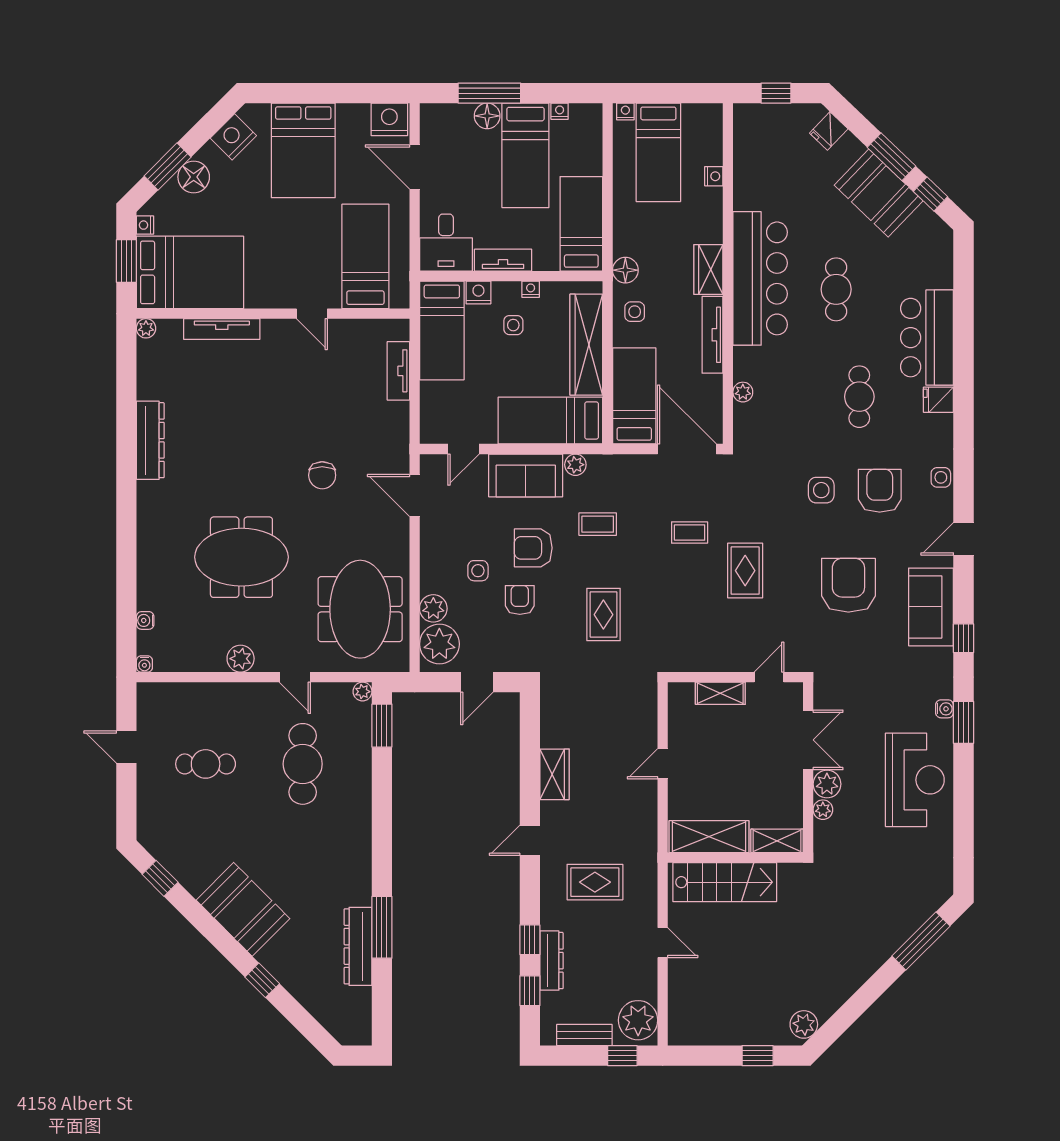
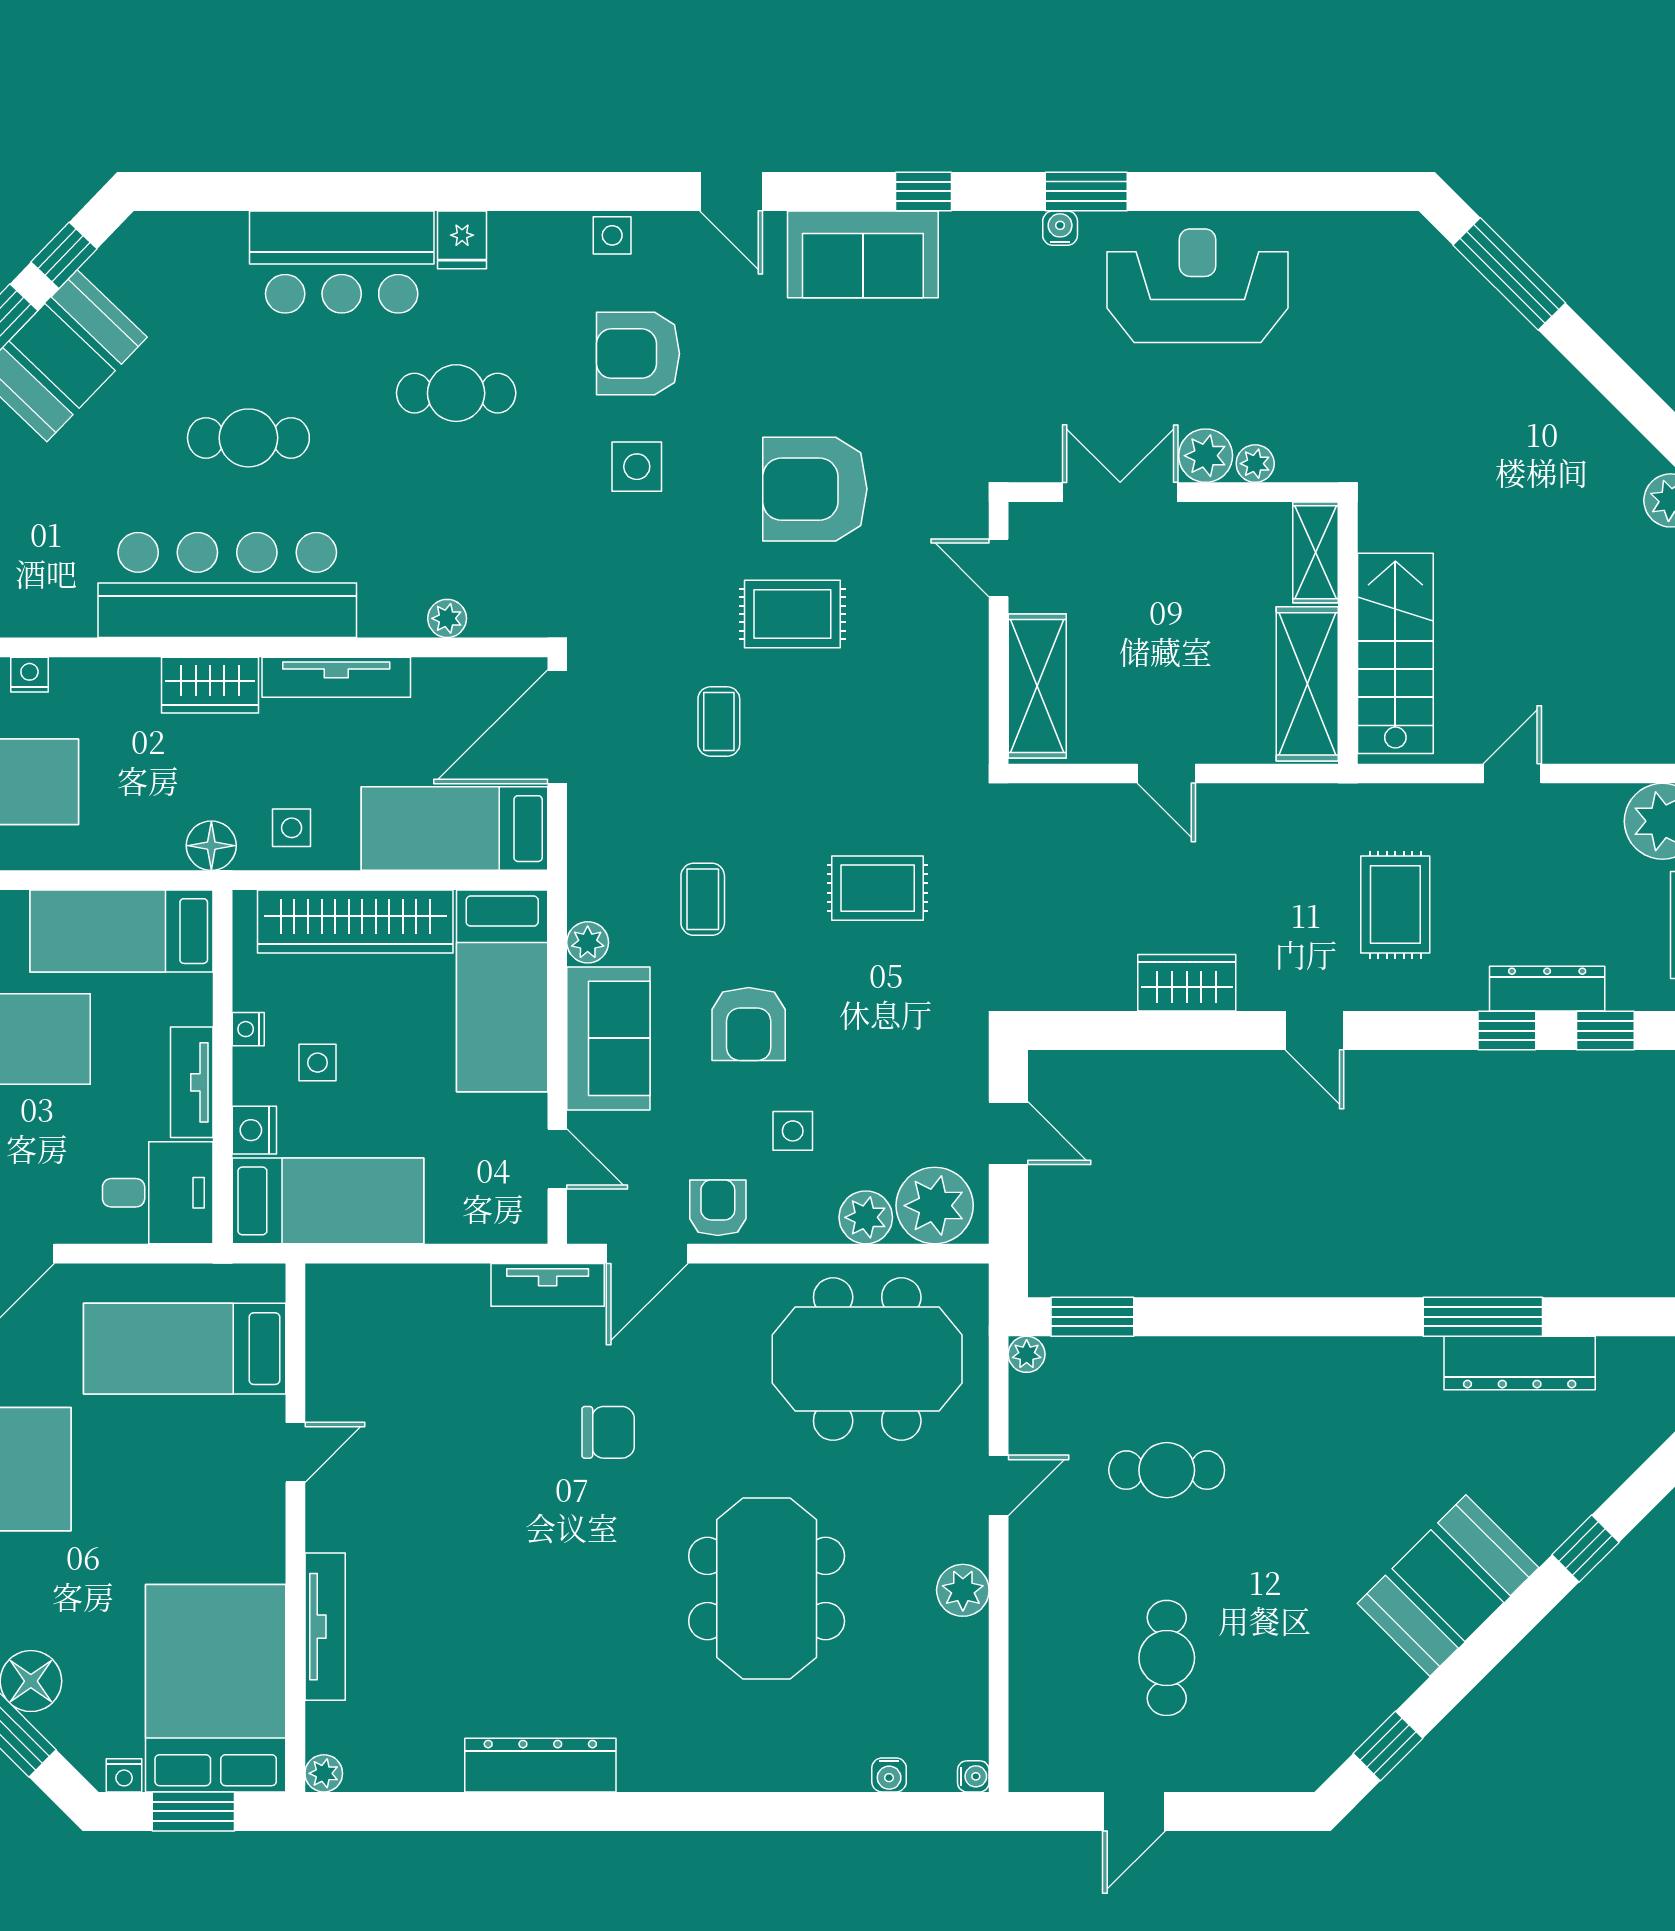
tv unit: (398, 371) -> (548, 1285), moved
armchair: (848, 585) -> (815, 489), moved
armchair: (520, 600) -> (718, 1208), moved, turned 90
shelving: (720, 693) -> (1037, 686), width x1.50, depth x1.33
cafe table: (303, 764) -> (1167, 1470), width x0.73, depth x0.74

